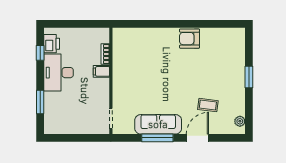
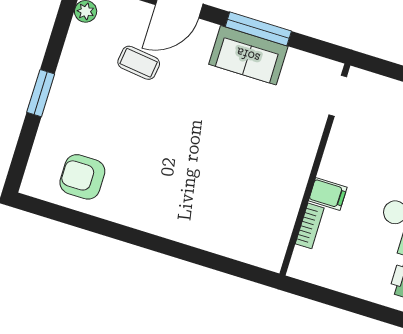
armchair: (190, 39) -> (82, 177), moved, turned 180
sofa: (158, 124) -> (248, 55), width x0.73

